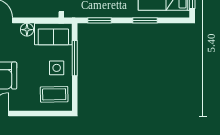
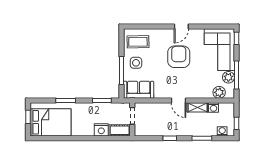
floor lamp: (27, 30) -> (160, 93), removed

